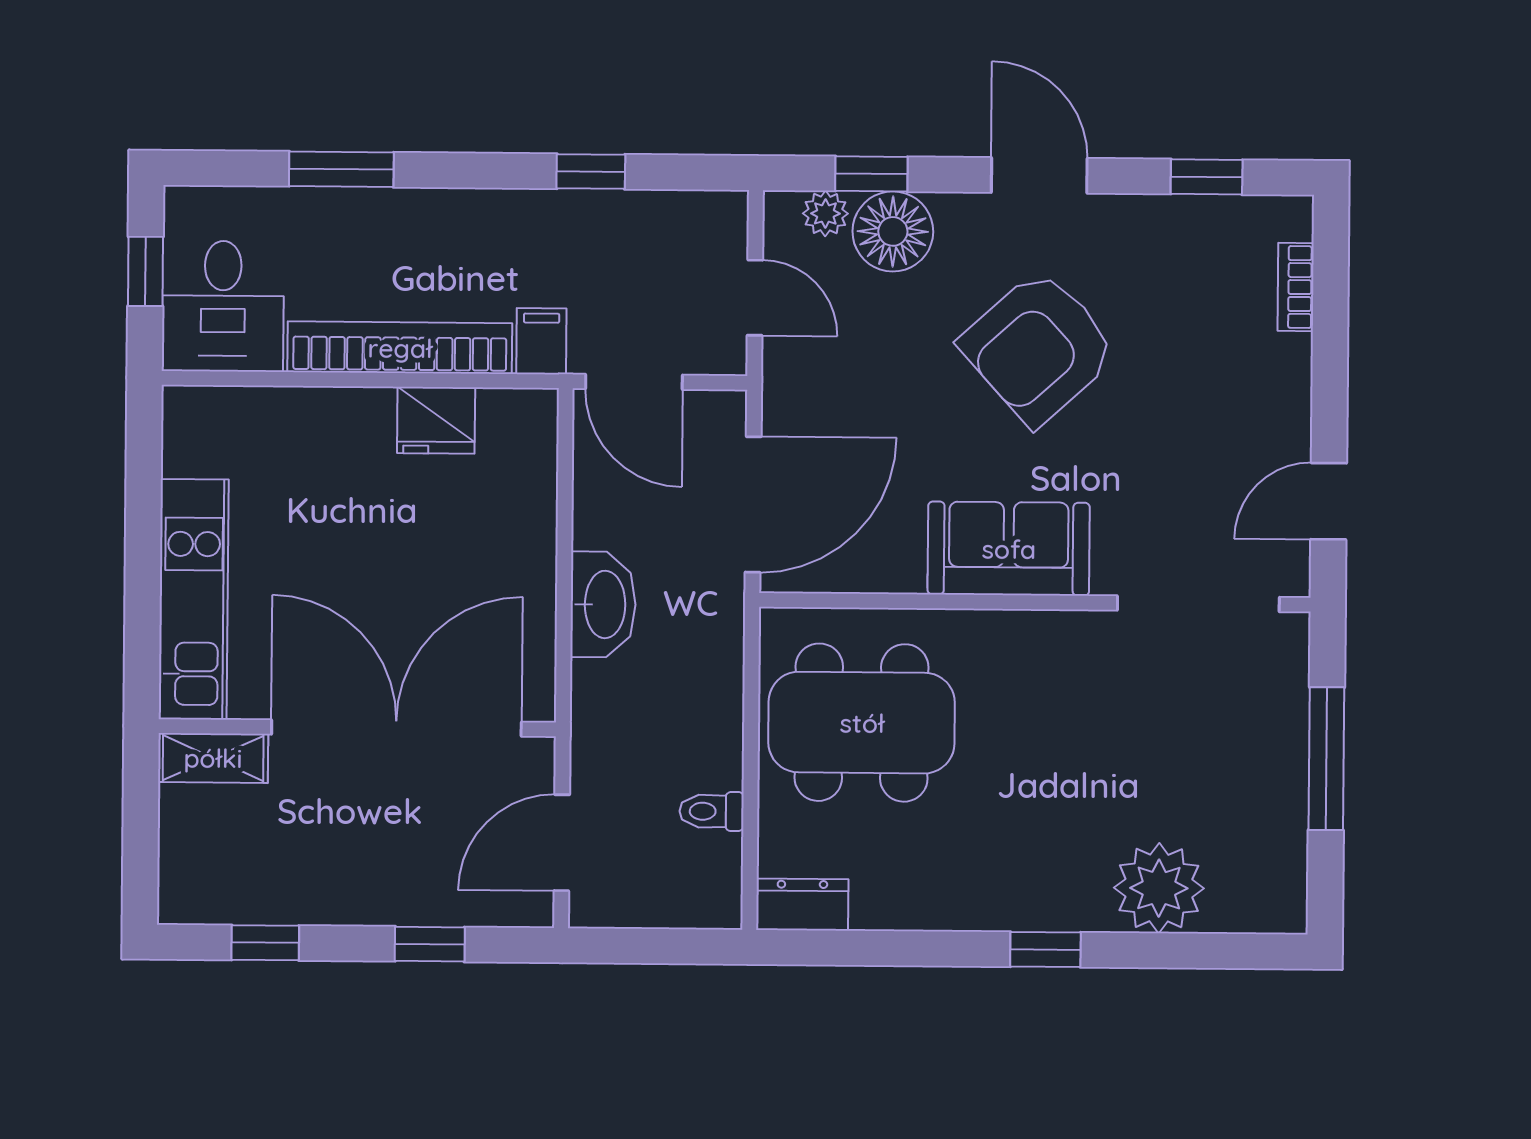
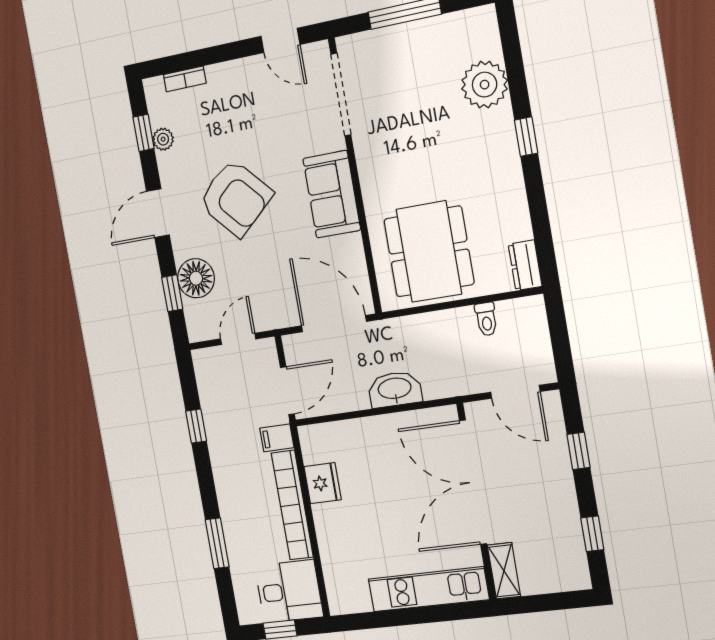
plant: (825, 213) -> (163, 139), moved

